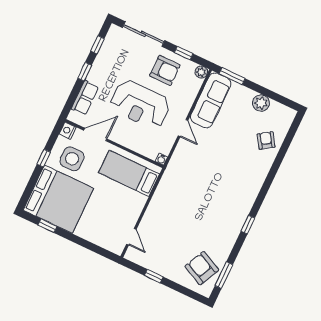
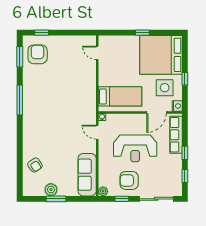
window: (232, 76) -> (56, 199), moved
row of seats: (85, 98) -> (176, 135), width x1.48
reception desk: (140, 105) -> (135, 148), turned 180
door: (183, 128) -> (97, 132), moved
window: (248, 225) -> (20, 100), width x2.17
window: (47, 226) -> (142, 33), moved
armchair: (202, 268) -> (38, 54), turned -116
window: (154, 276) -> (42, 33), moved

